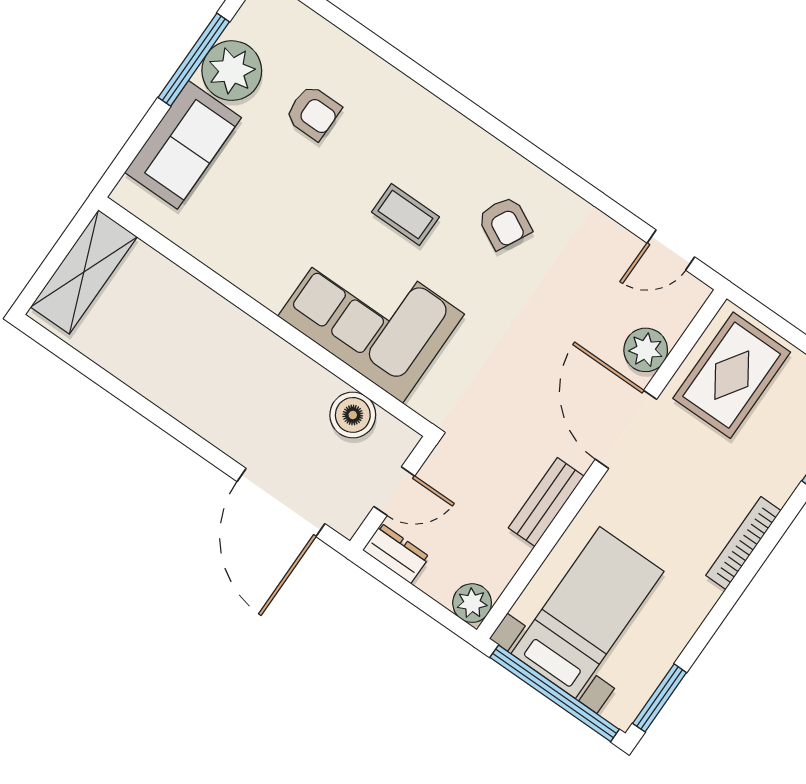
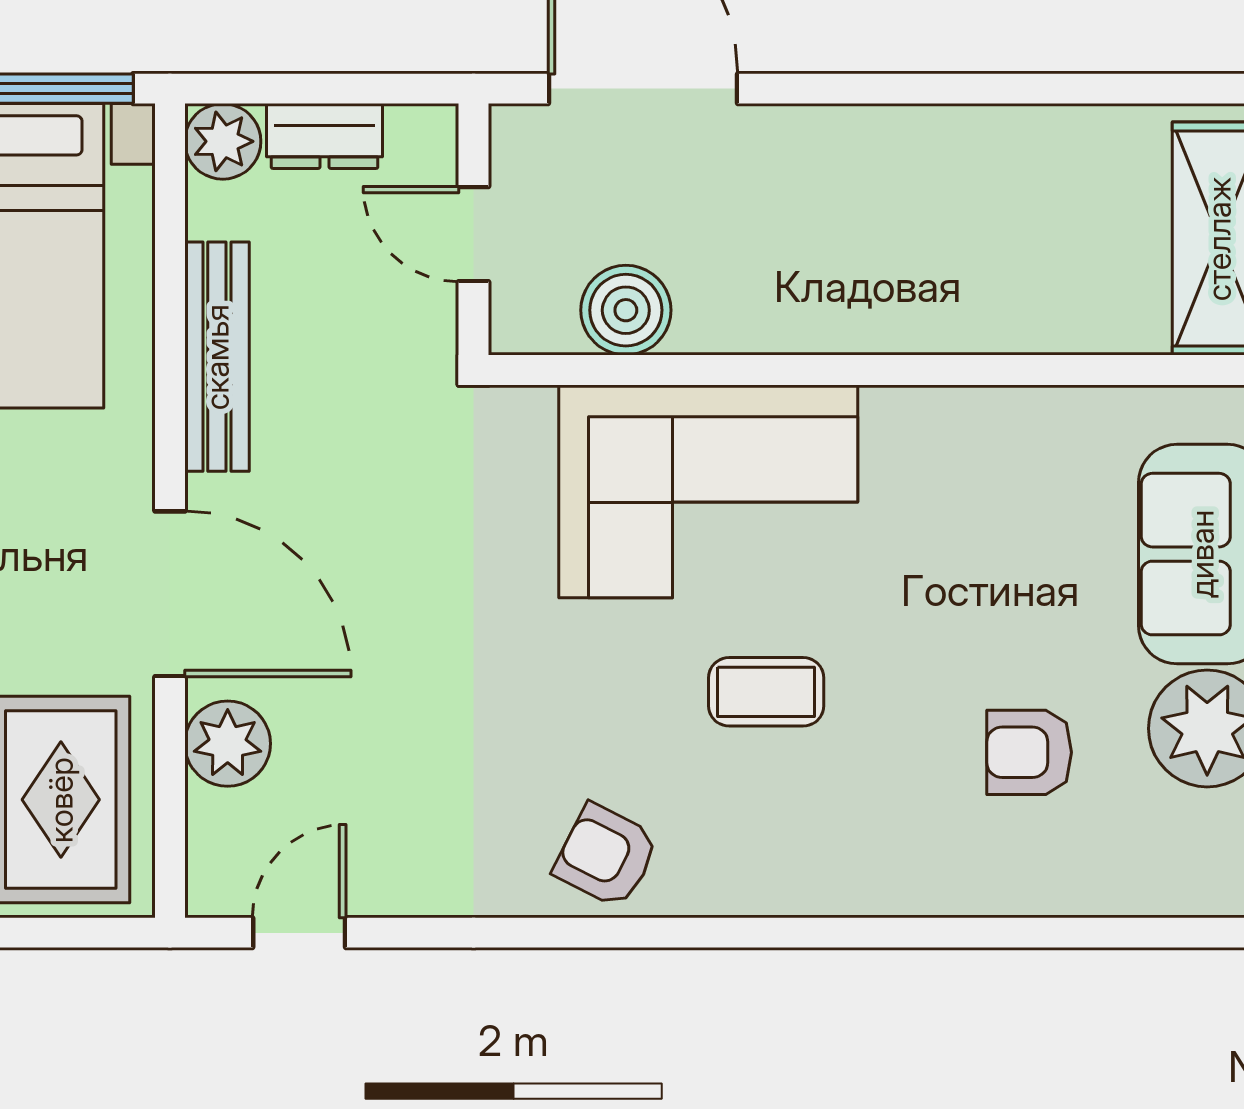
armchair: (505, 223) -> (606, 856), moved
door: (394, 491) -> (474, 234), hinge flipped
bench: (546, 502) -> (217, 357), width x1.36
dresser: (396, 553) -> (325, 136), moved

